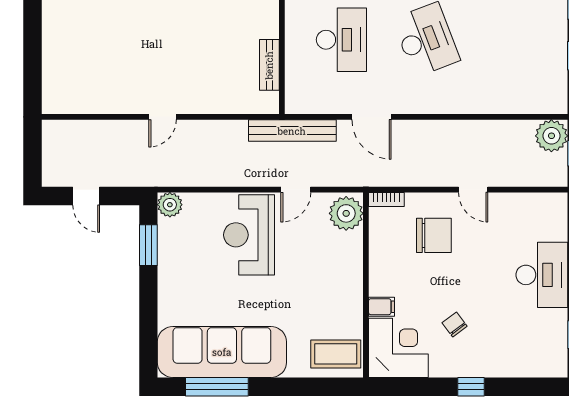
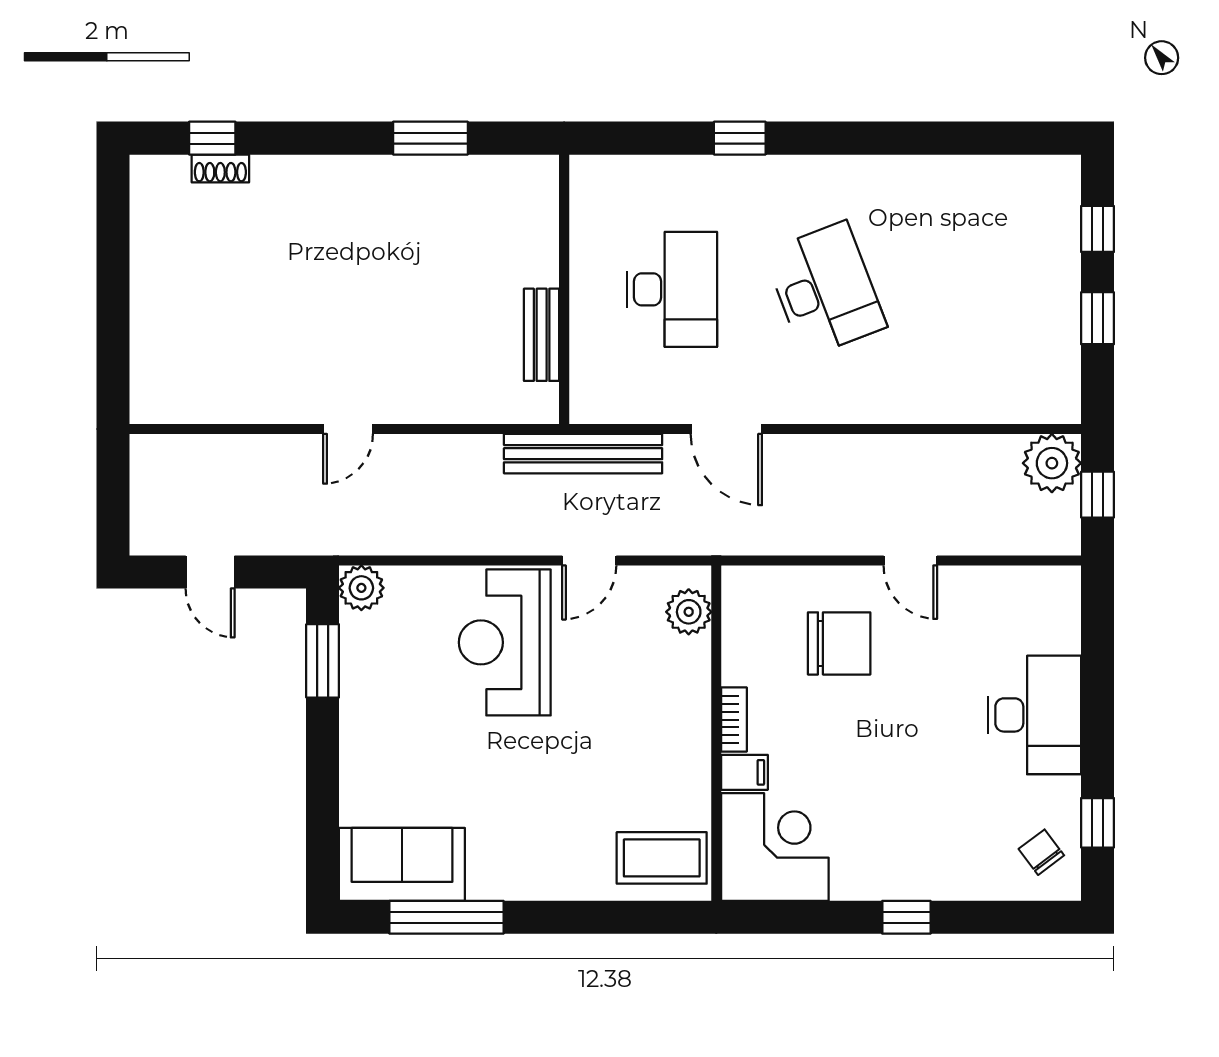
bookcase: (386, 199) -> (734, 720), moved, turned -90
plant: (346, 213) -> (689, 612), width x0.73, depth x0.73
chair: (455, 325) -> (1041, 852), moved
sofa: (222, 352) -> (402, 864), width x0.54, depth x0.79

